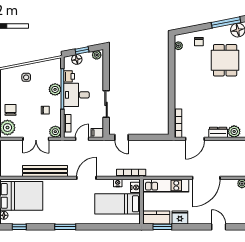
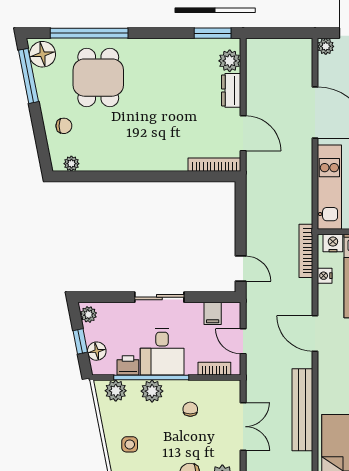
dining table: (225, 60) -> (98, 78), turned 90
sliding door: (106, 104) -> (159, 297), moved
plant: (55, 132) -> (116, 391), moved
filing cabinet: (97, 133) -> (213, 313), moved
door: (122, 137) -> (241, 269), hinge flipped

